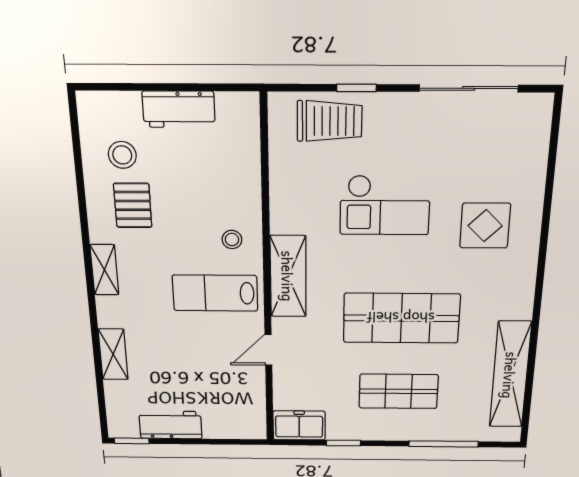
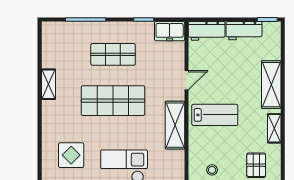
stool: (232, 239) -> (212, 170), moved
shelving: (113, 354) -> (271, 85), width x1.50, depth x1.33
shelving: (510, 375) -> (48, 84), width x0.45, depth x0.75
workbench: (235, 425) -> (207, 31), added

